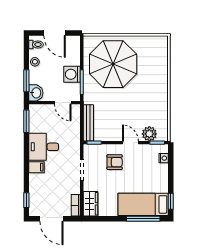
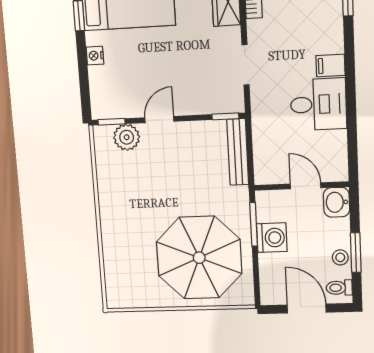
window: (26, 81) -> (356, 253), moved
door: (63, 103) -> (306, 186), moved
window: (26, 121) -> (353, 150), removed
door: (130, 143) -> (159, 120), swing flipped
nightstand: (164, 158) -> (95, 56), moved
armchair: (115, 162) -> (186, 83), removed

